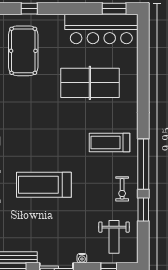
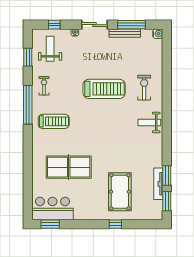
bar counter: (101, 29) -> (53, 209), width x0.73
window: (143, 209) -> (28, 57), moved

